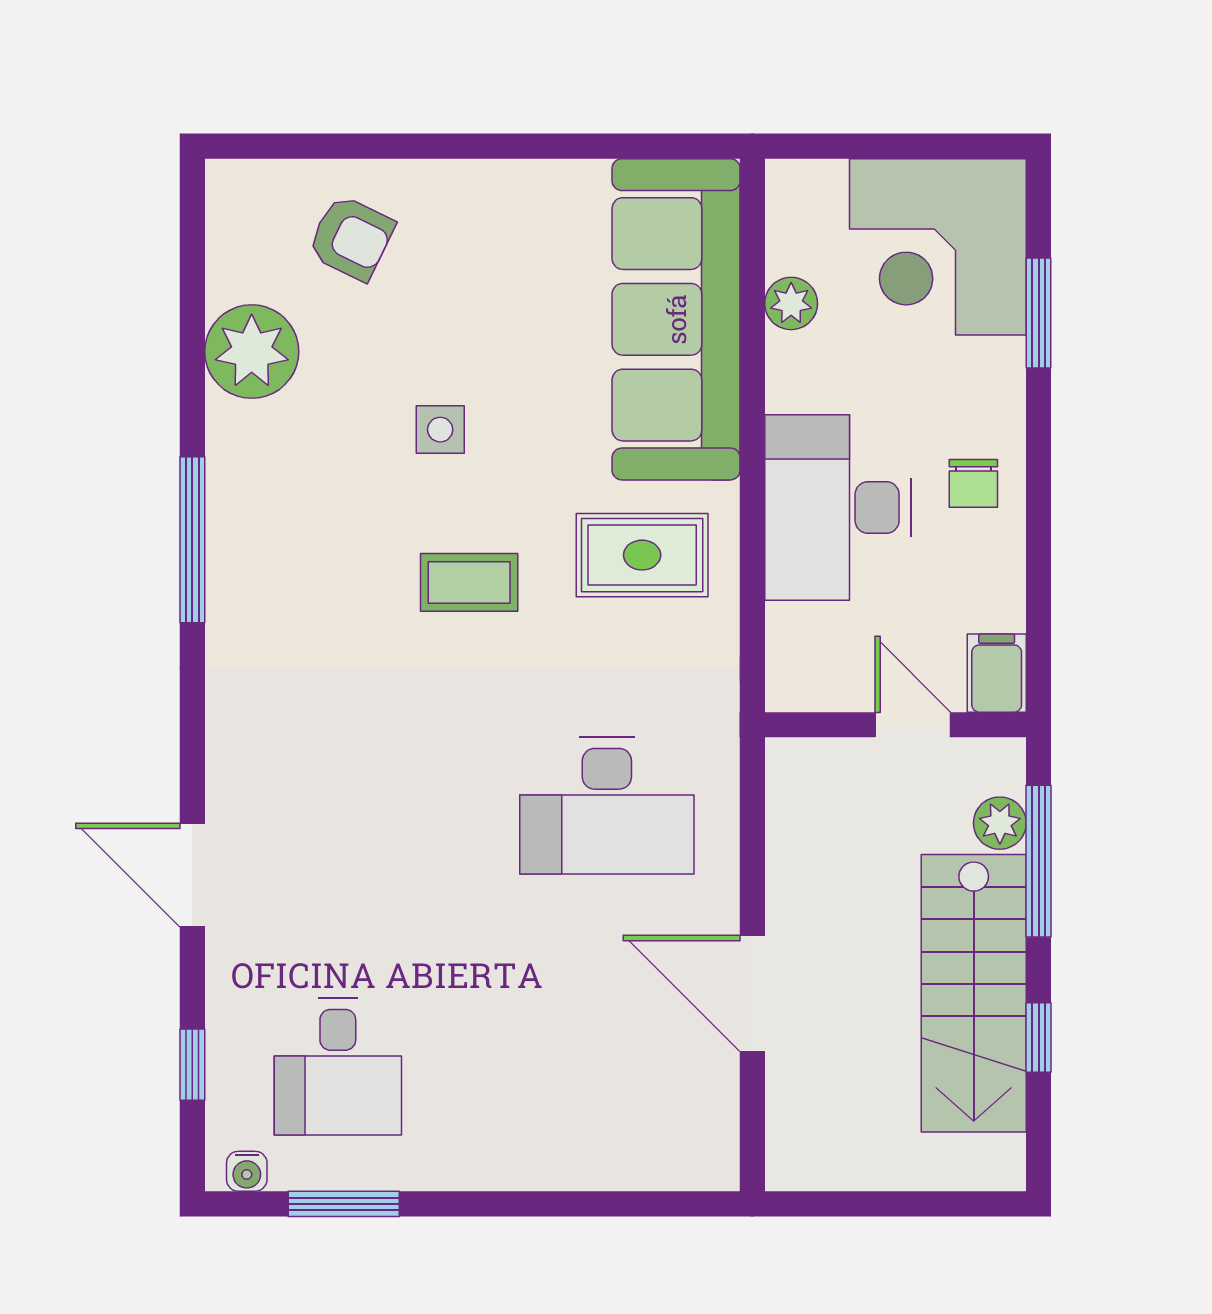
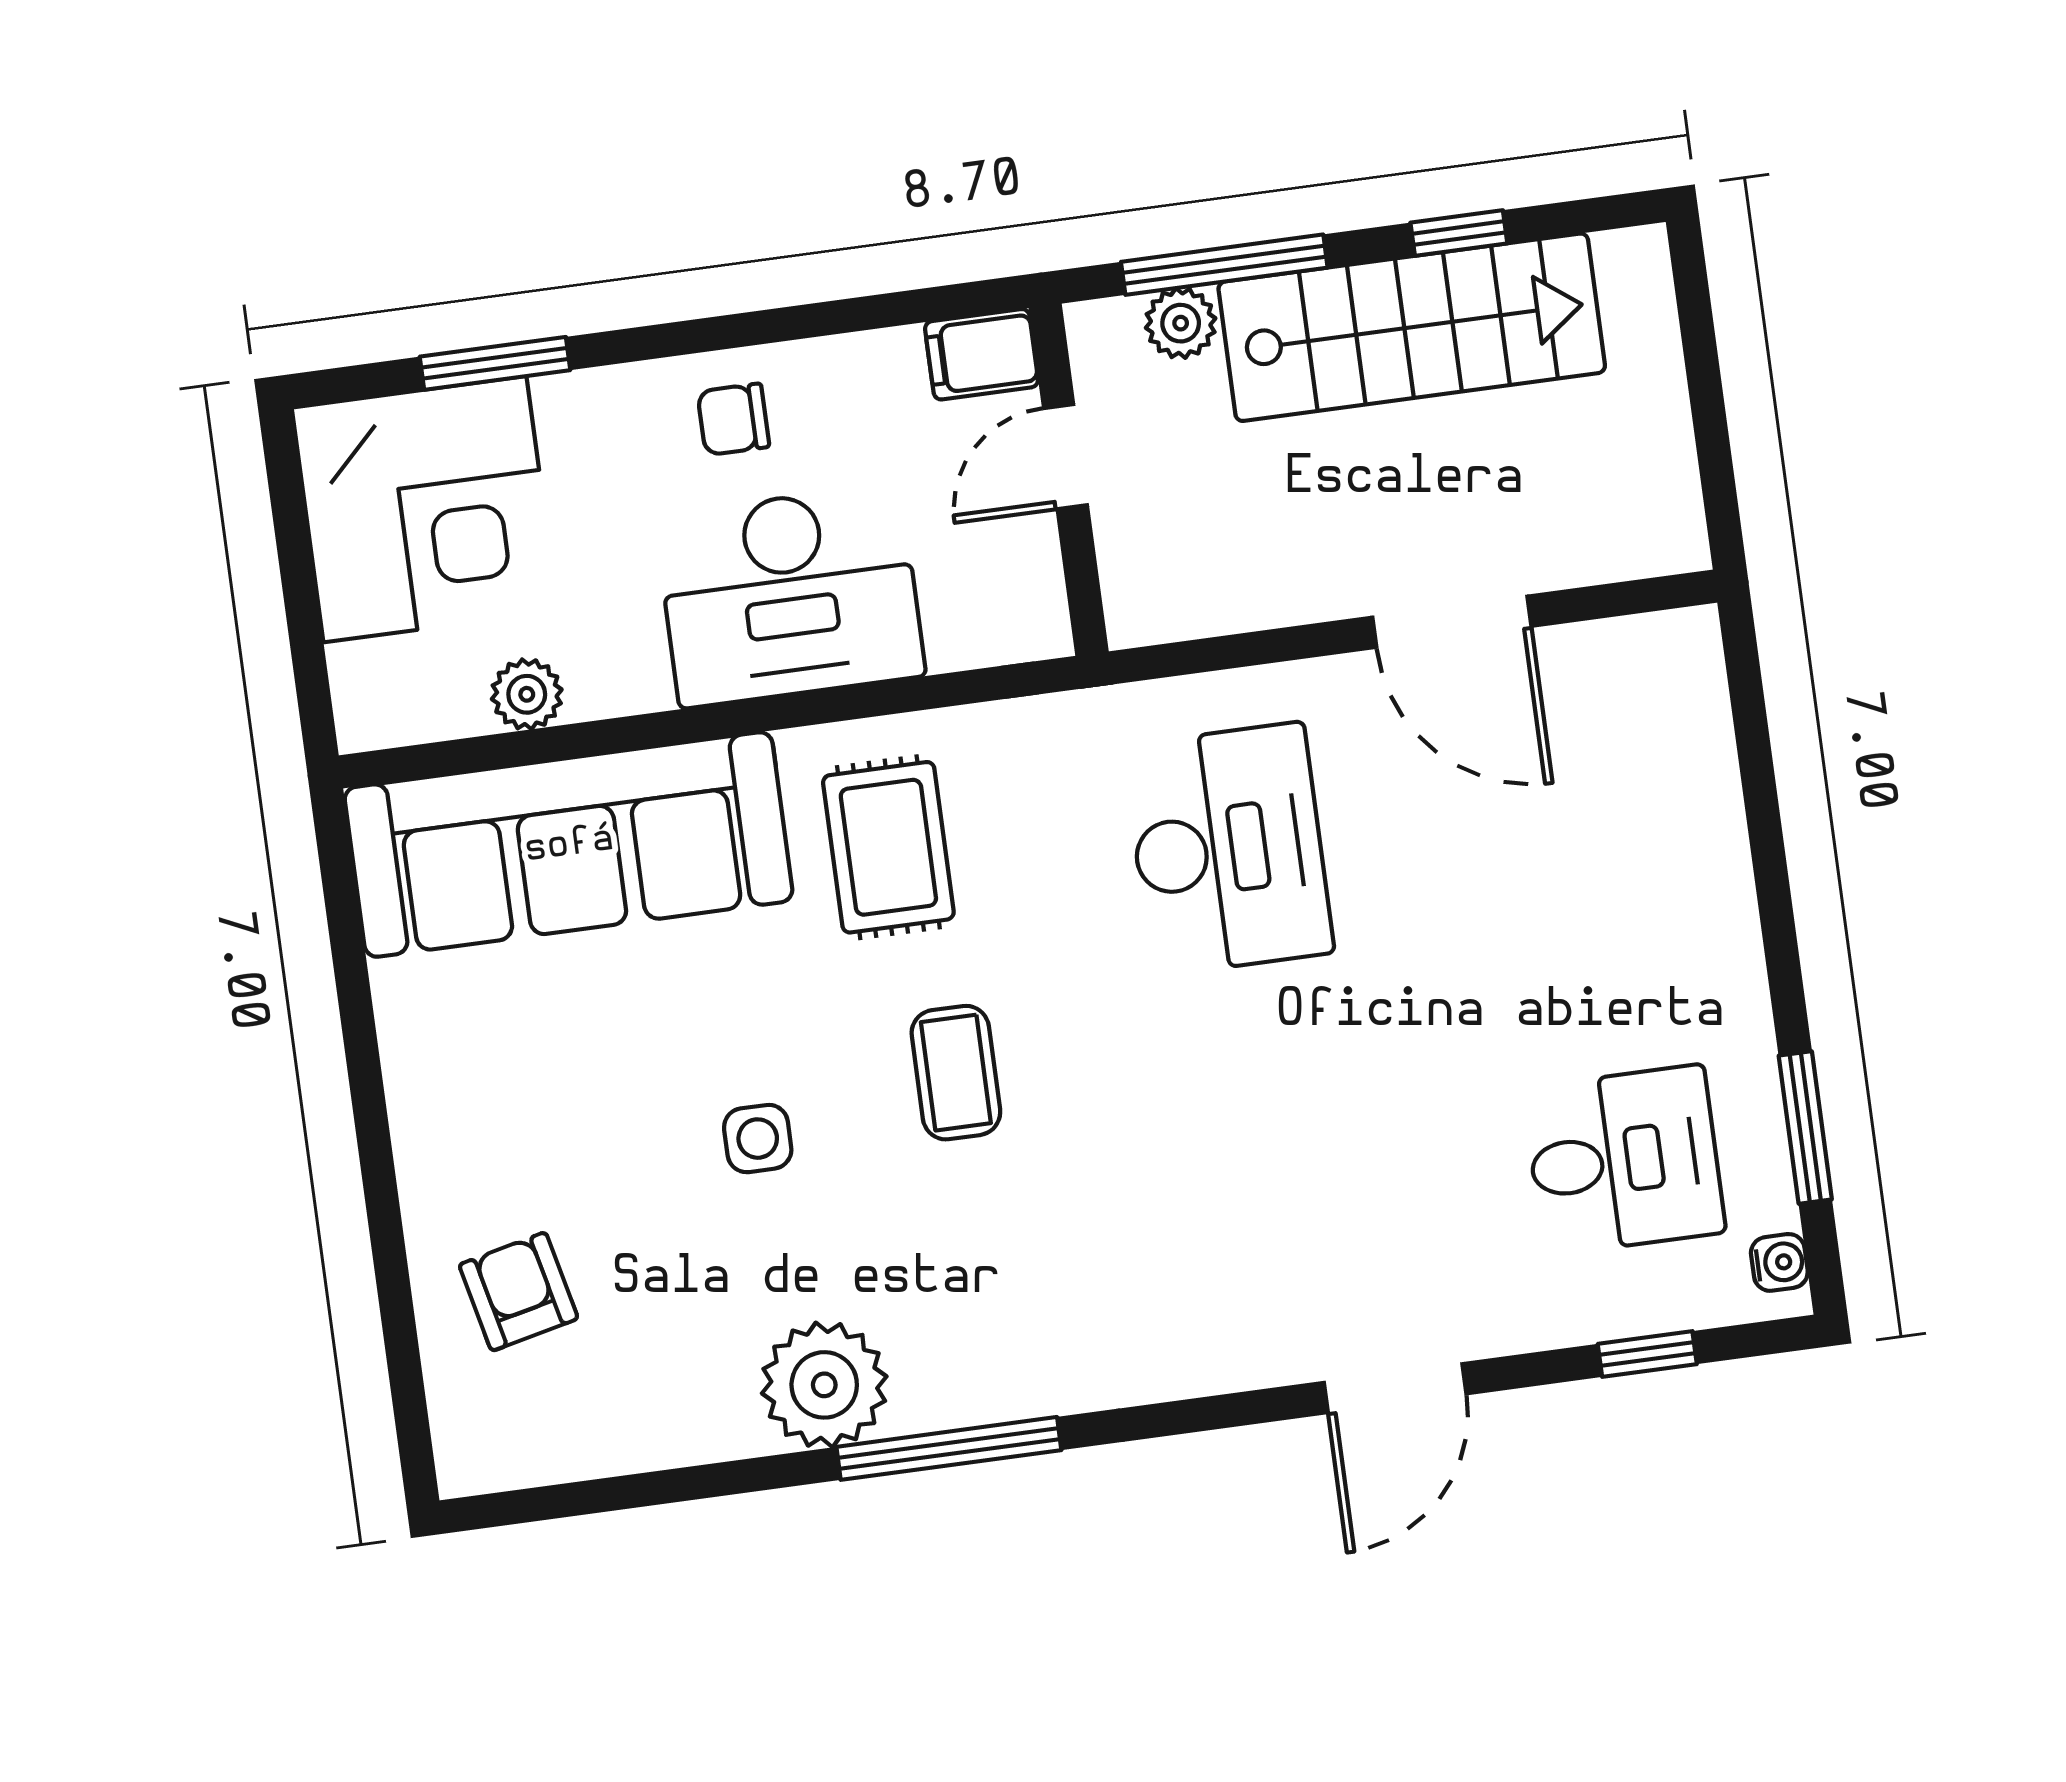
armchair: (351, 238) -> (519, 1292), turned -39
plant: (252, 352) -> (824, 1385), moved
chair: (973, 483) -> (733, 419), turned 180
door: (752, 993) -> (1452, 622), hinge flipped

